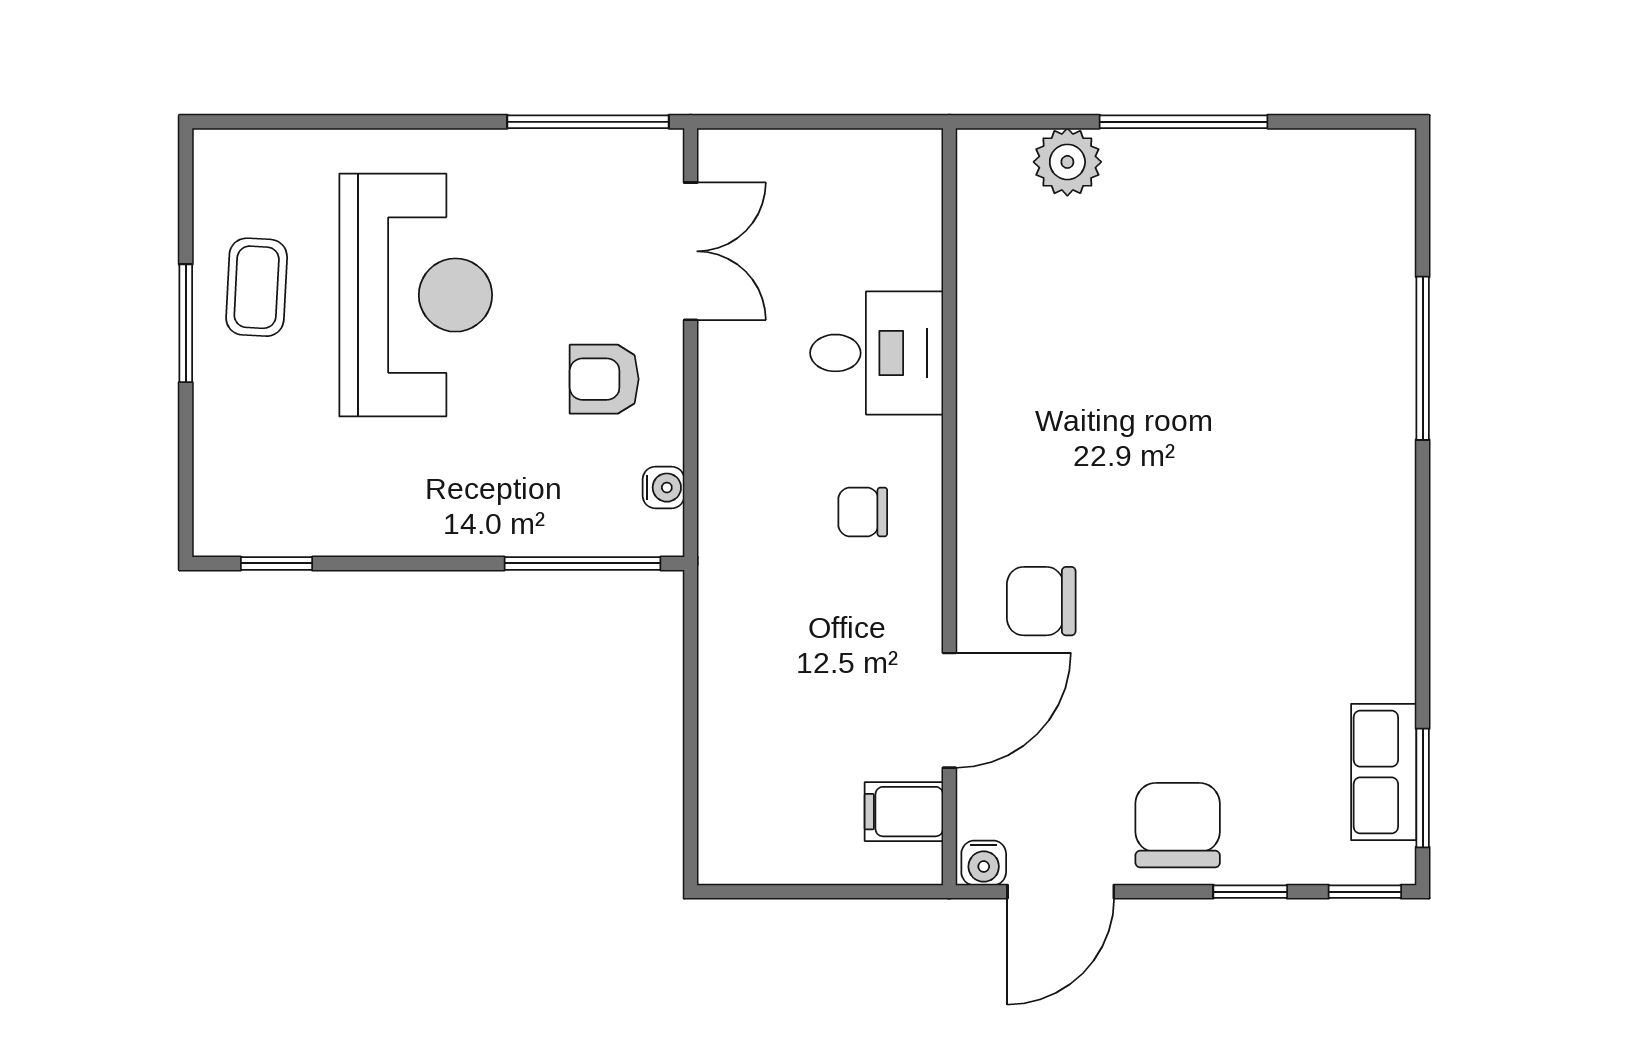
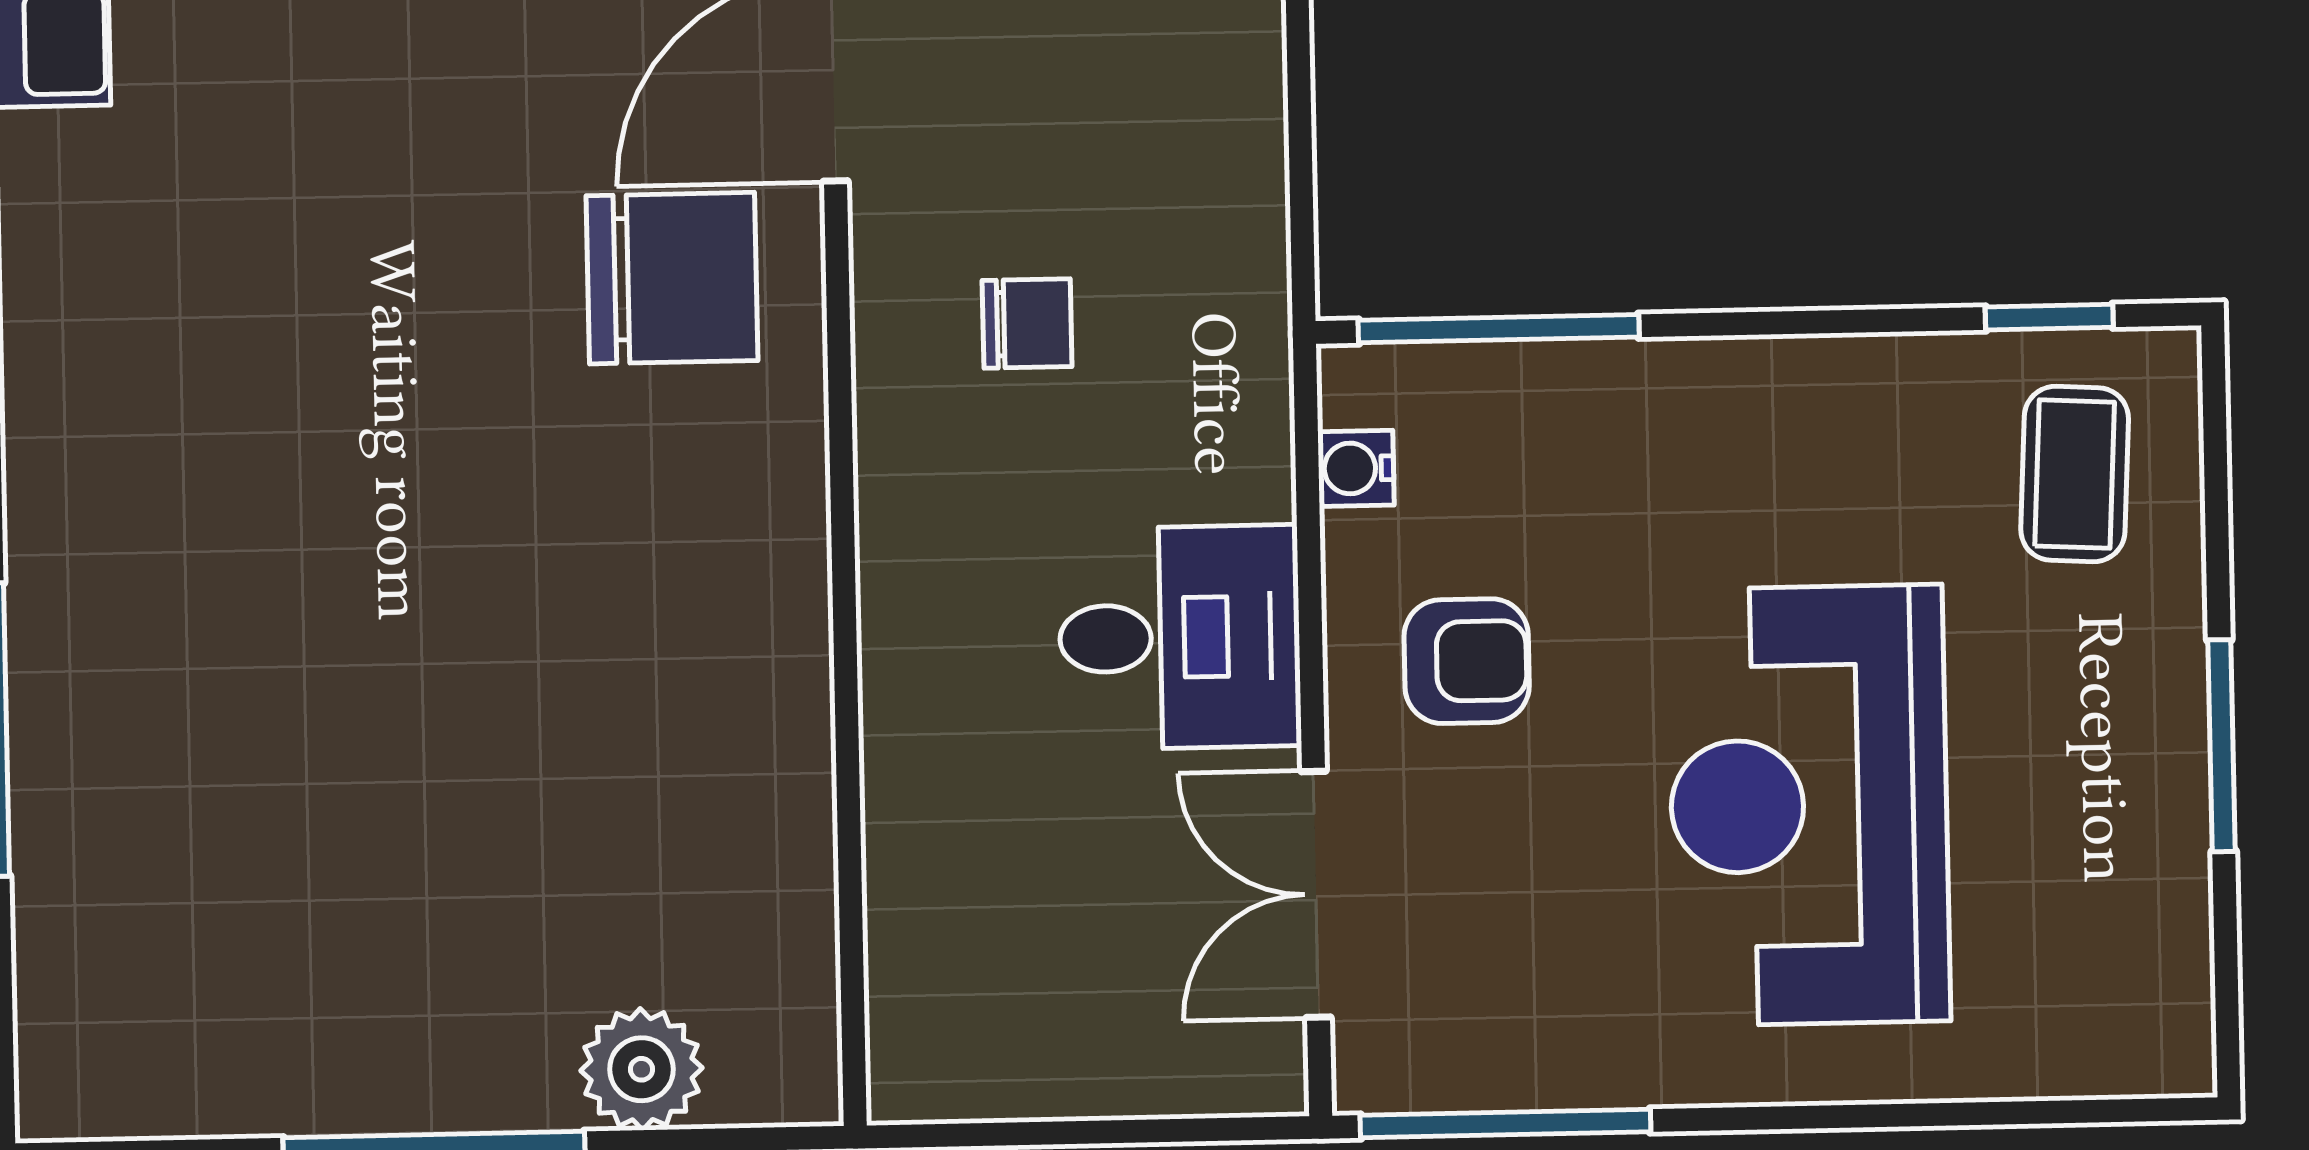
coffee table: (257, 287) -> (2075, 474), moved
desk: (877, 353) -> (1180, 637), moved, turned 180
chair: (863, 512) -> (1027, 323), moved
chair: (1041, 601) -> (672, 278), width x1.37, depth x1.37

